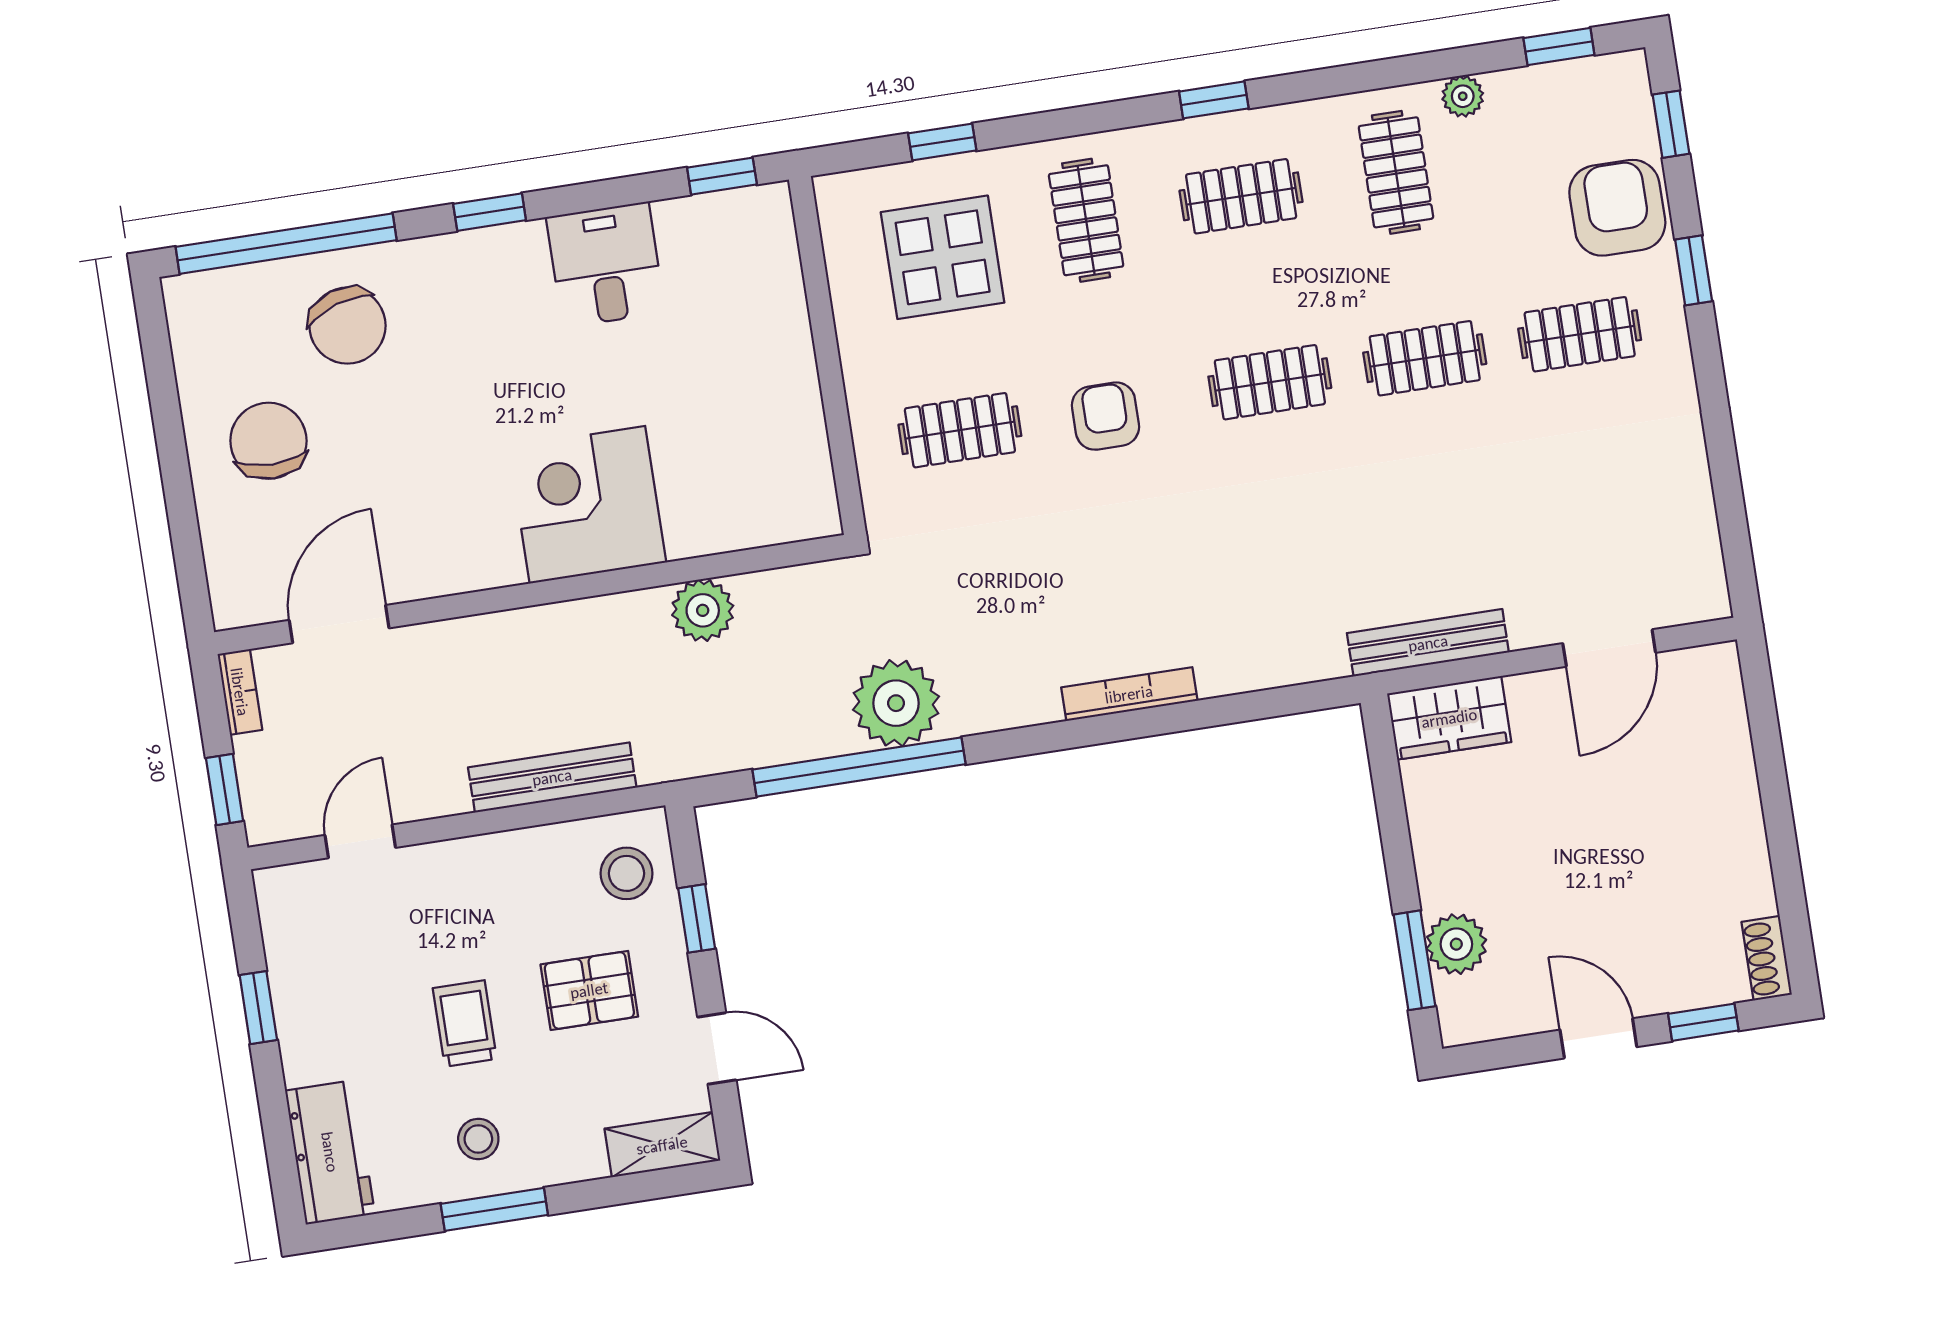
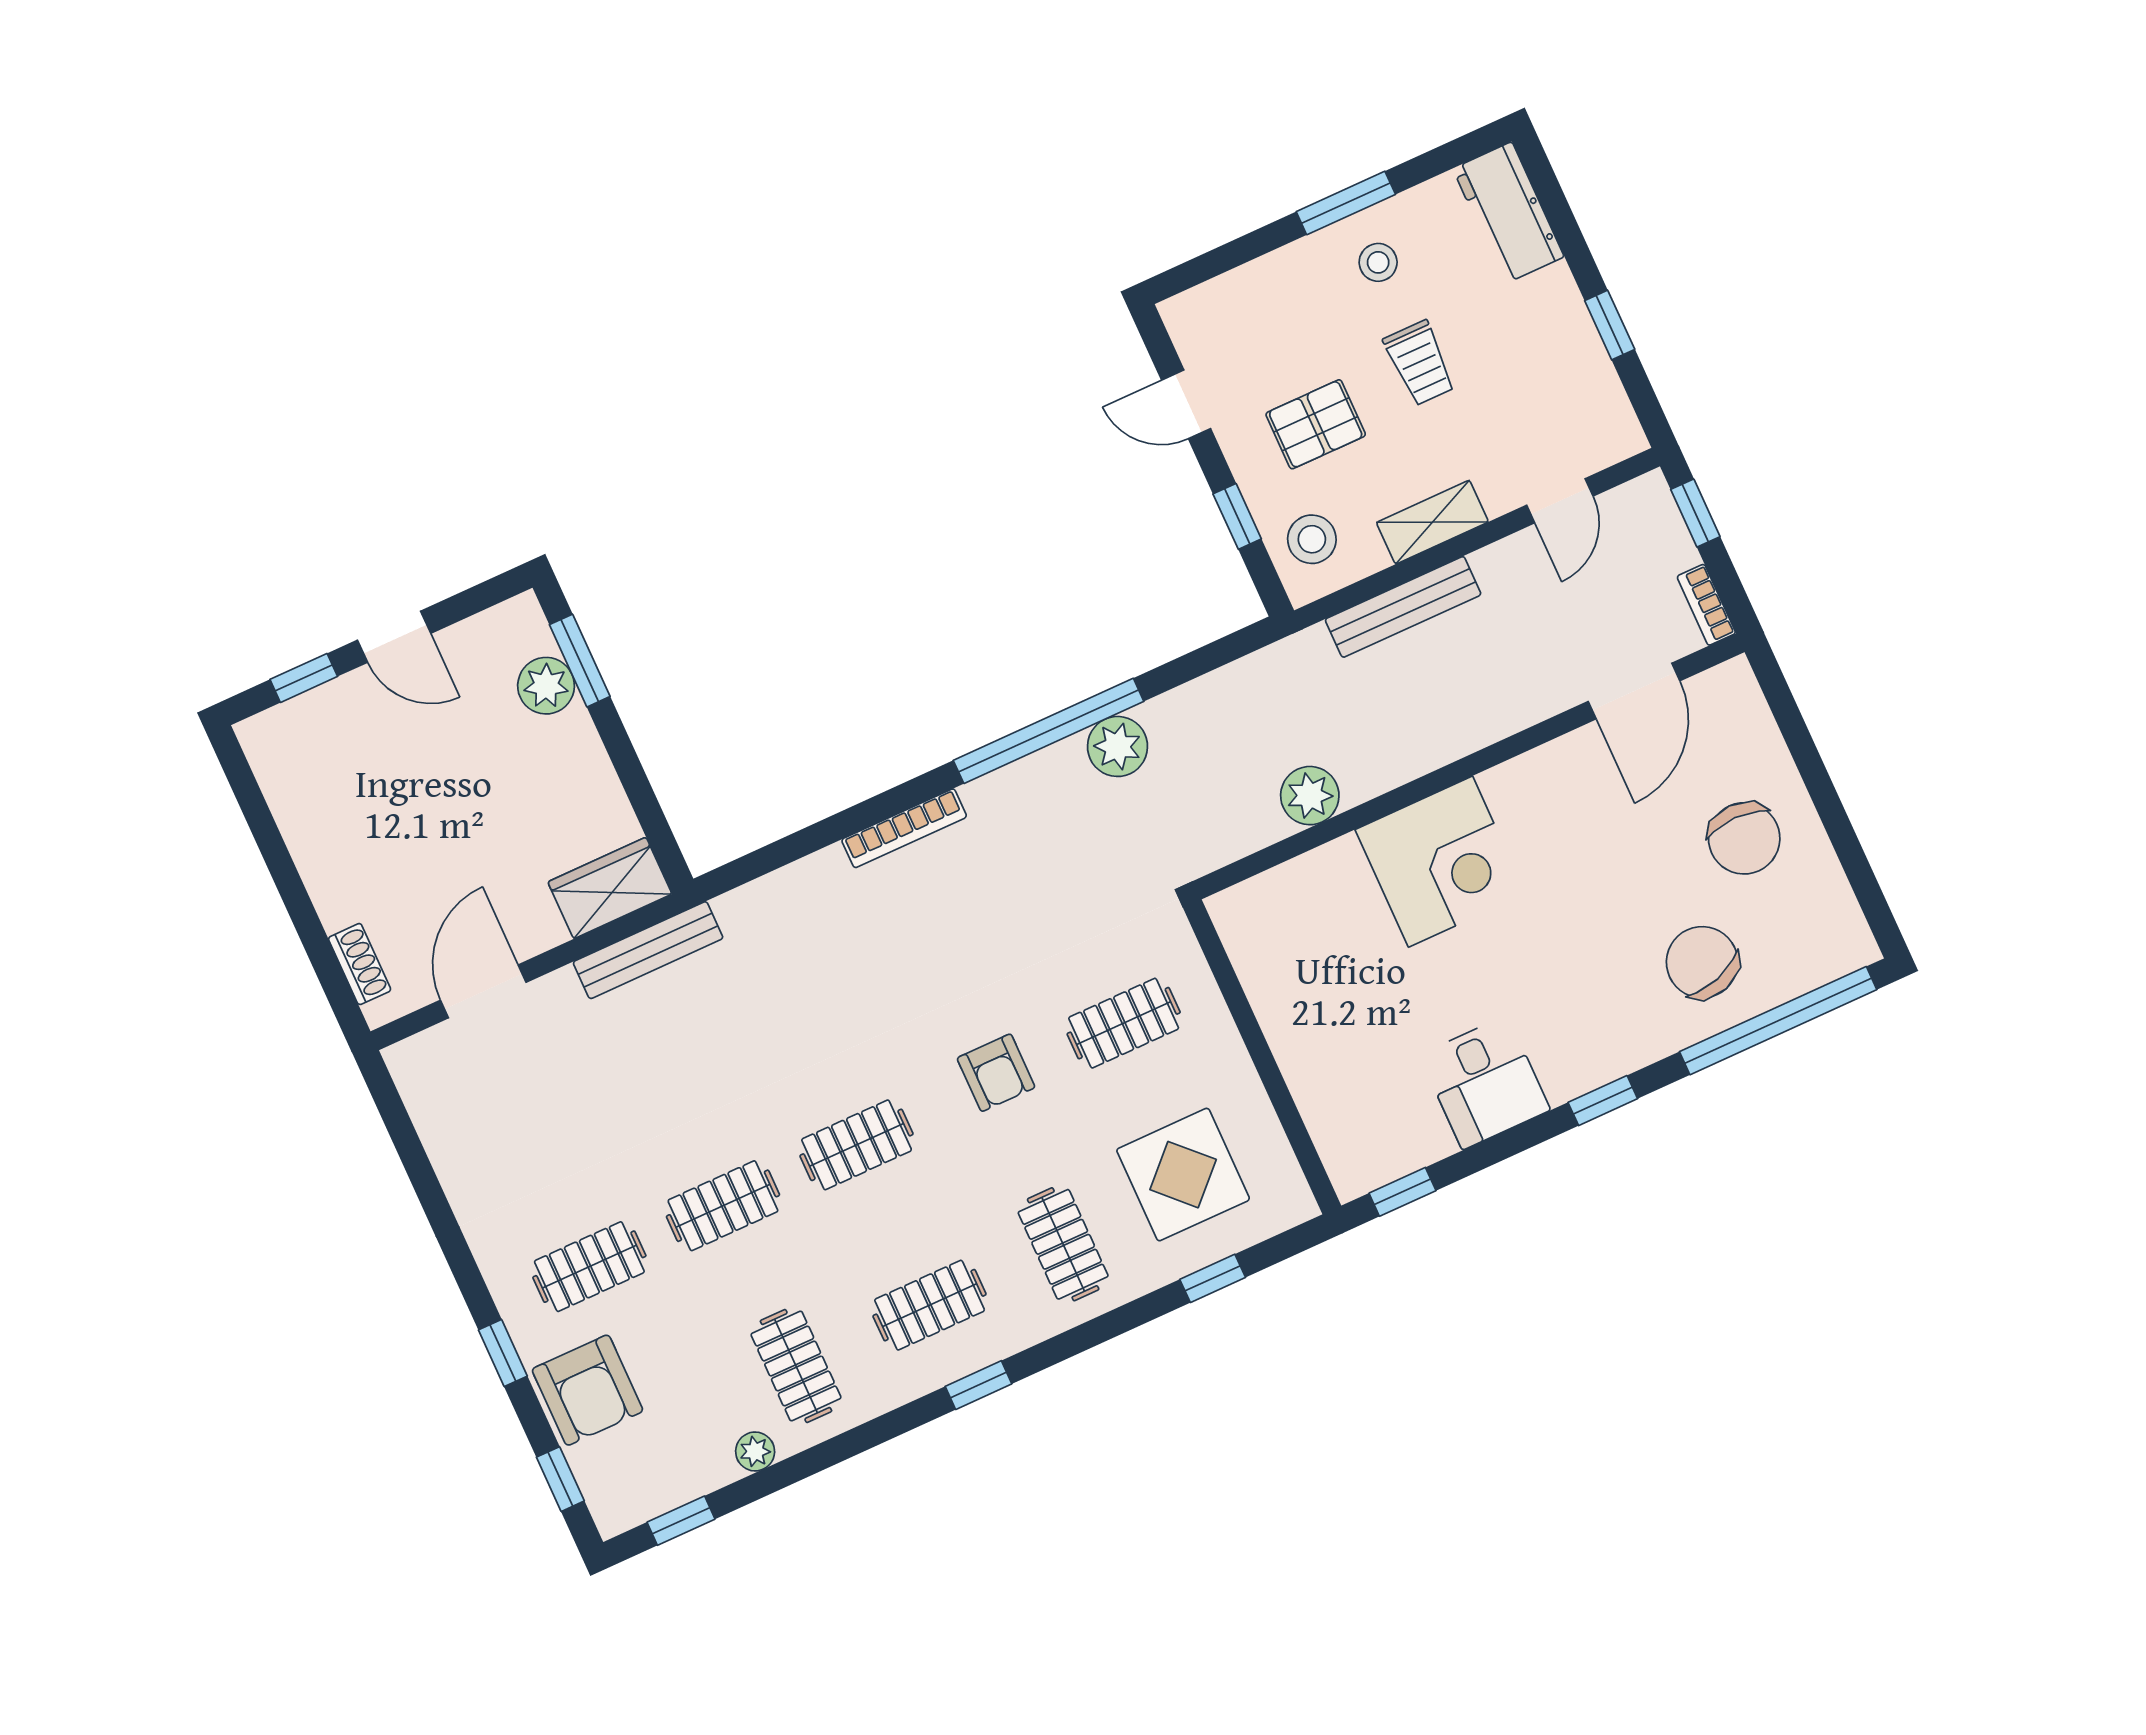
plant: (896, 703) -> (1118, 746), width x0.73, depth x0.73
window: (859, 767) -> (1049, 731), moved
shoe rack: (1767, 958) -> (360, 964), moved
shelving: (662, 1145) -> (1432, 522), moved

